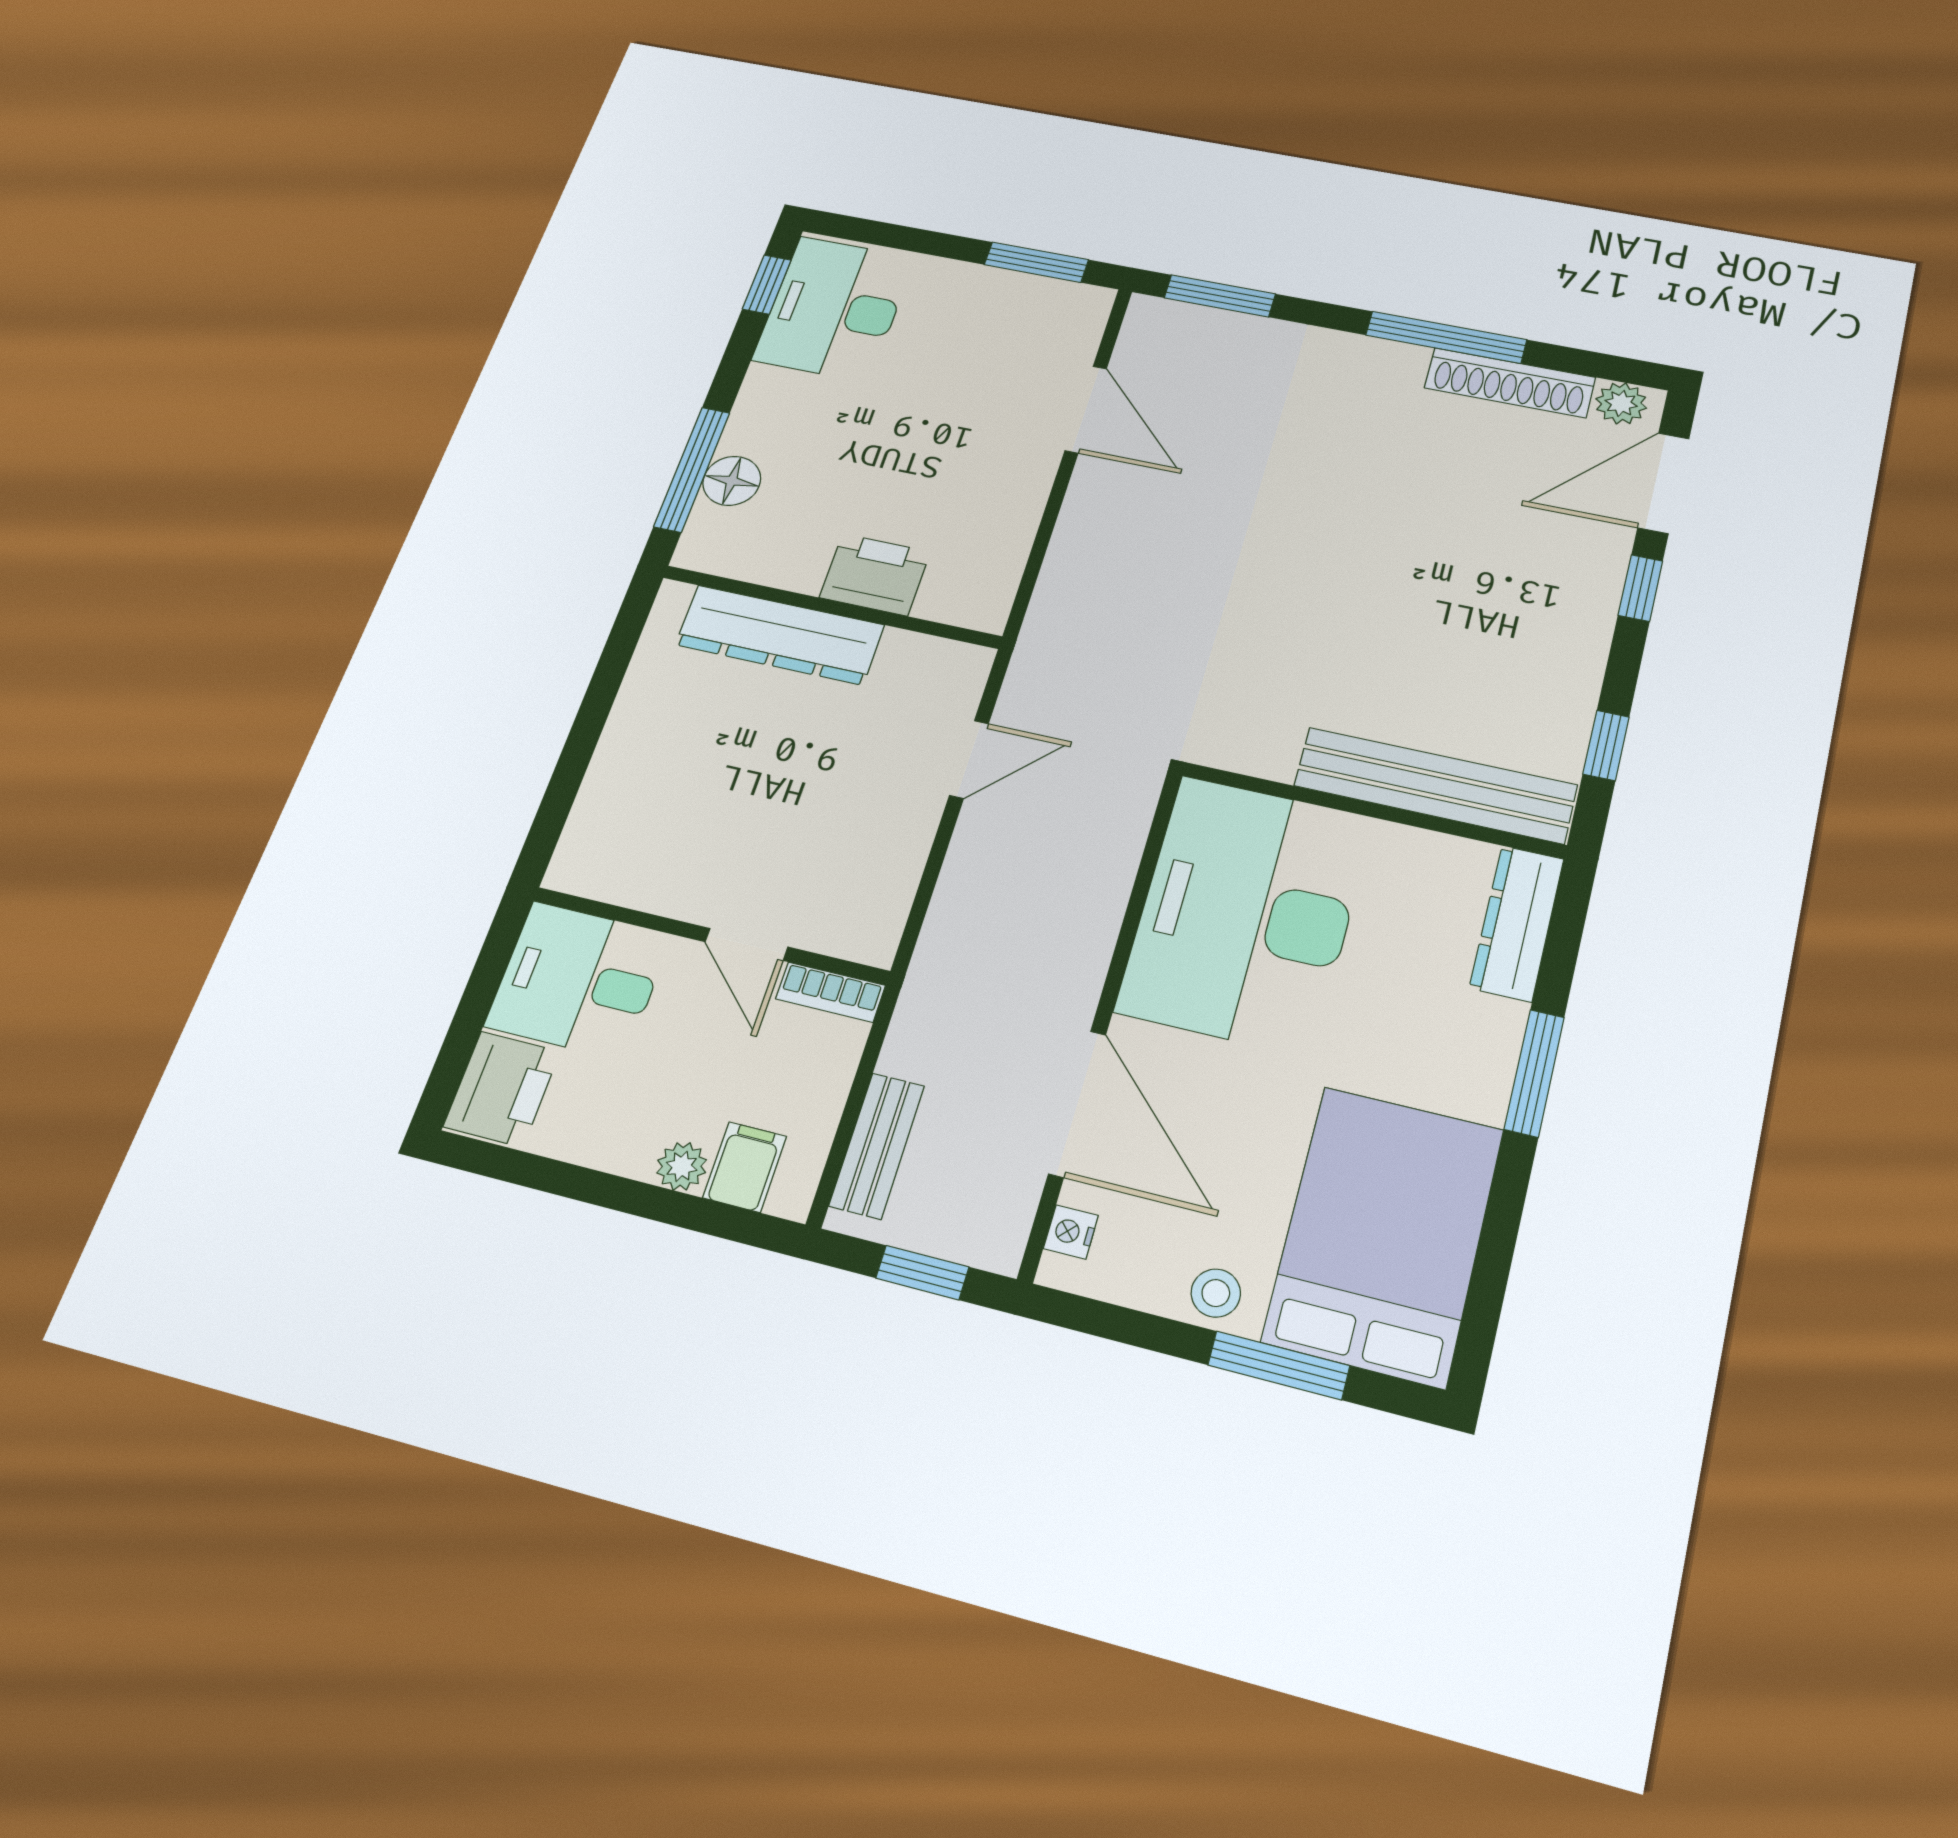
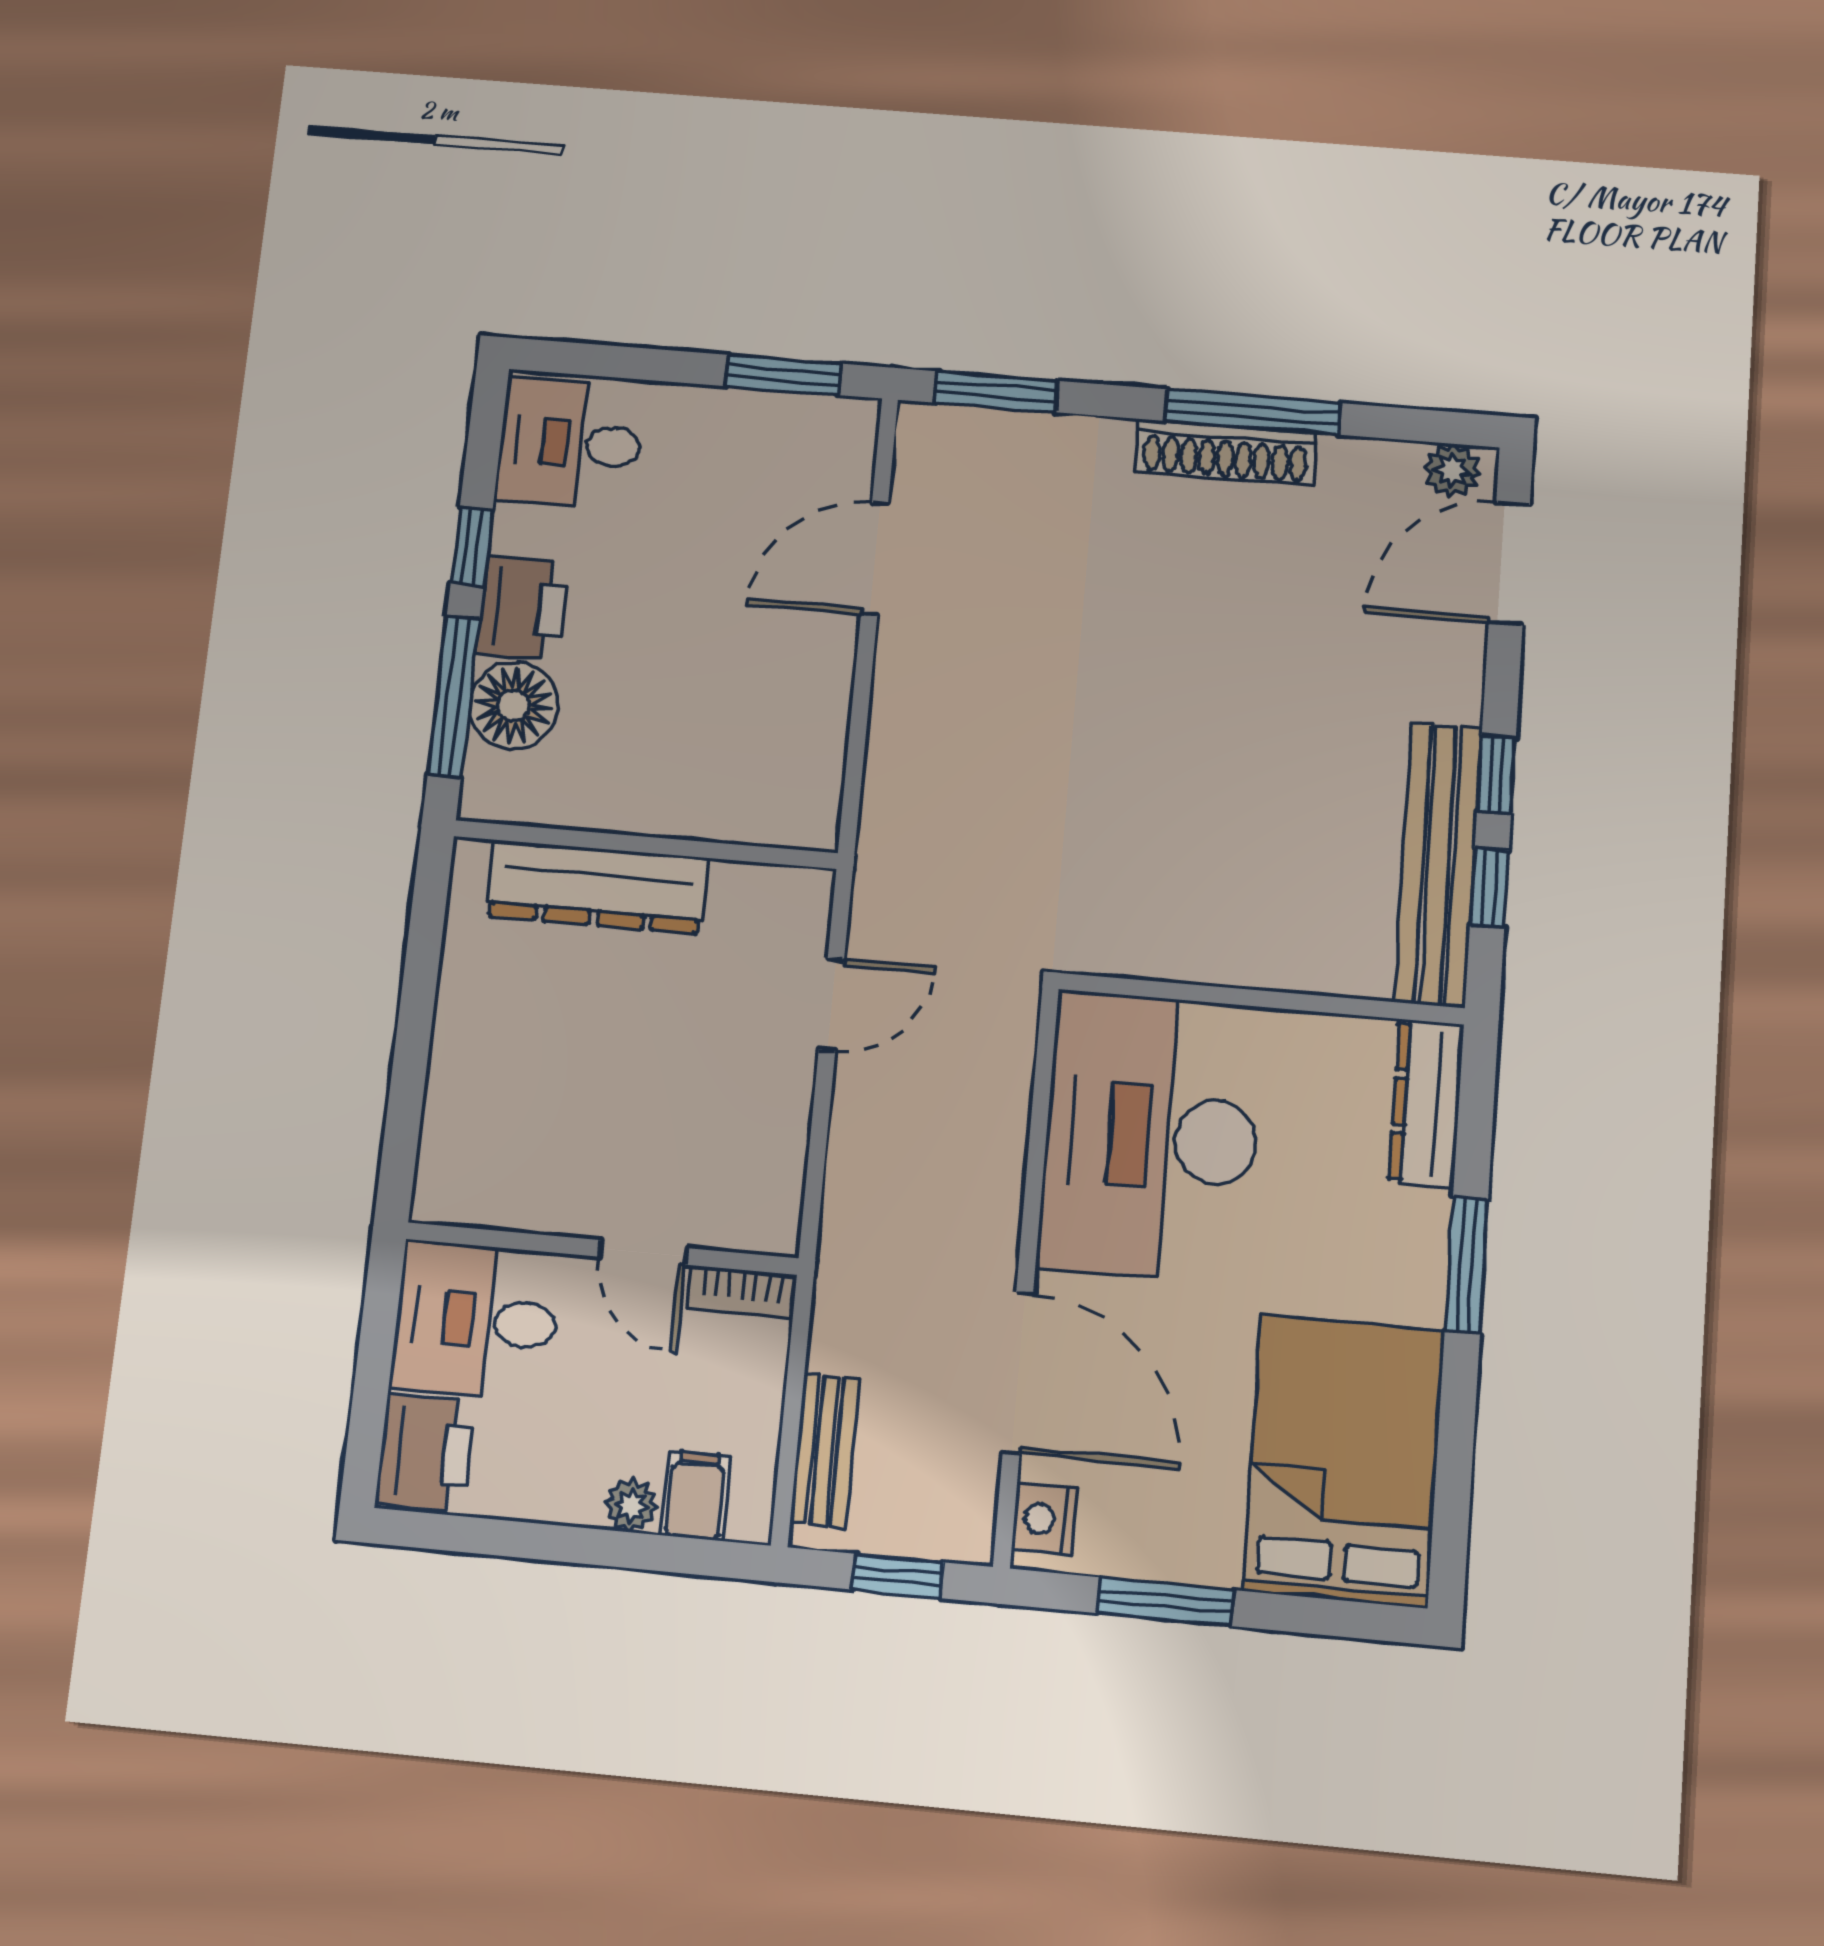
window: (767, 285) -> (472, 546), moved
desk: (834, 309) -> (570, 444), width x0.73
shoe rack: (1510, 383) -> (1226, 452), moved
door: (1086, 409) -> (875, 559), swing flipped
floor lamp: (732, 481) -> (514, 705), width x1.38, depth x1.38
printer: (875, 575) -> (522, 608), moved, turned 90
window: (1640, 588) -> (1496, 775), moved
bench: (1435, 785) -> (1438, 864), moved, turned 90
nightstand: (1071, 1232) -> (1044, 1519), width x1.39, depth x1.35
stool: (1216, 1293) -> (1191, 1548), removed
window: (1279, 1365) -> (1166, 1602), moved

